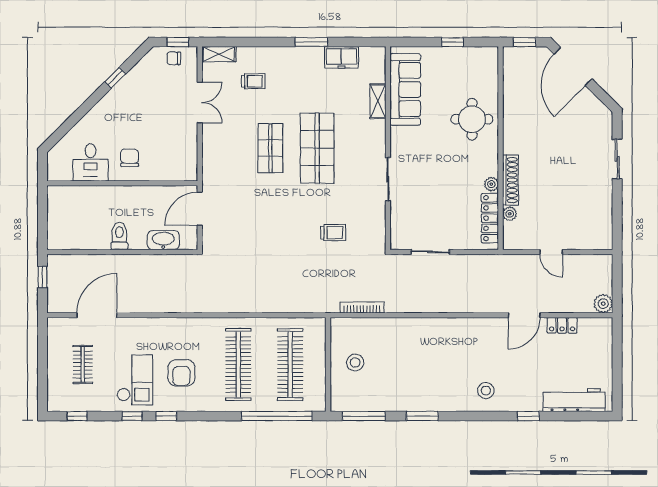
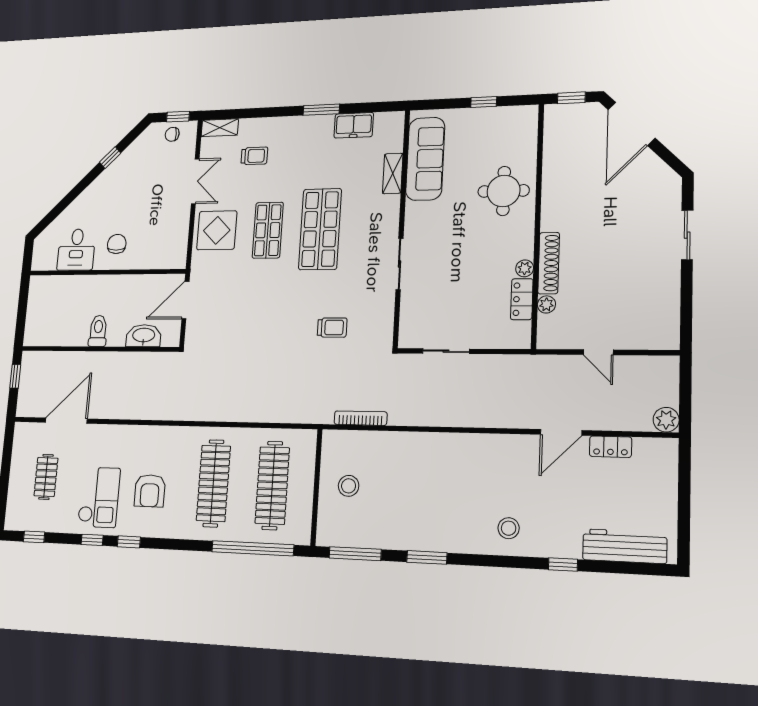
display table: (224, 147) -> (217, 230), added
locker: (490, 218) -> (522, 299), width x0.66

